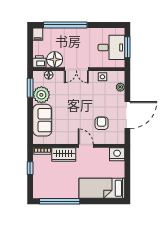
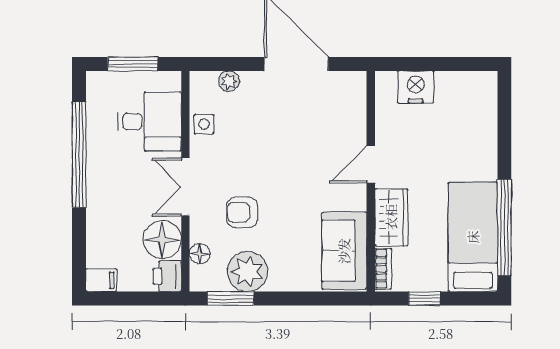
window: (65, 25) -> (79, 155), moved
desk: (111, 47) -> (149, 121), moved, turned 90
double door: (76, 69) -> (185, 187), swing flipped
sofa: (42, 120) -> (344, 251), moved, turned -90
armchair: (102, 123) -> (242, 212), moved
nightstand: (117, 154) -> (416, 87), moved, turned 90
bed: (102, 188) -> (473, 237), moved, turned 180

